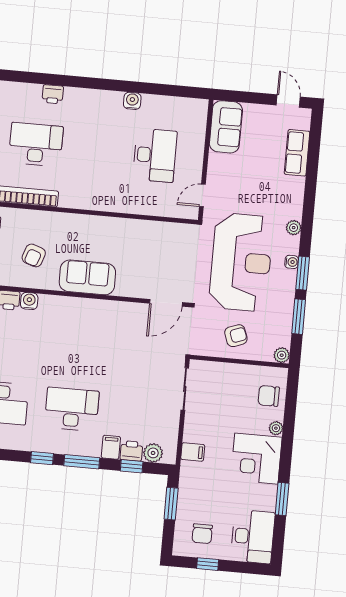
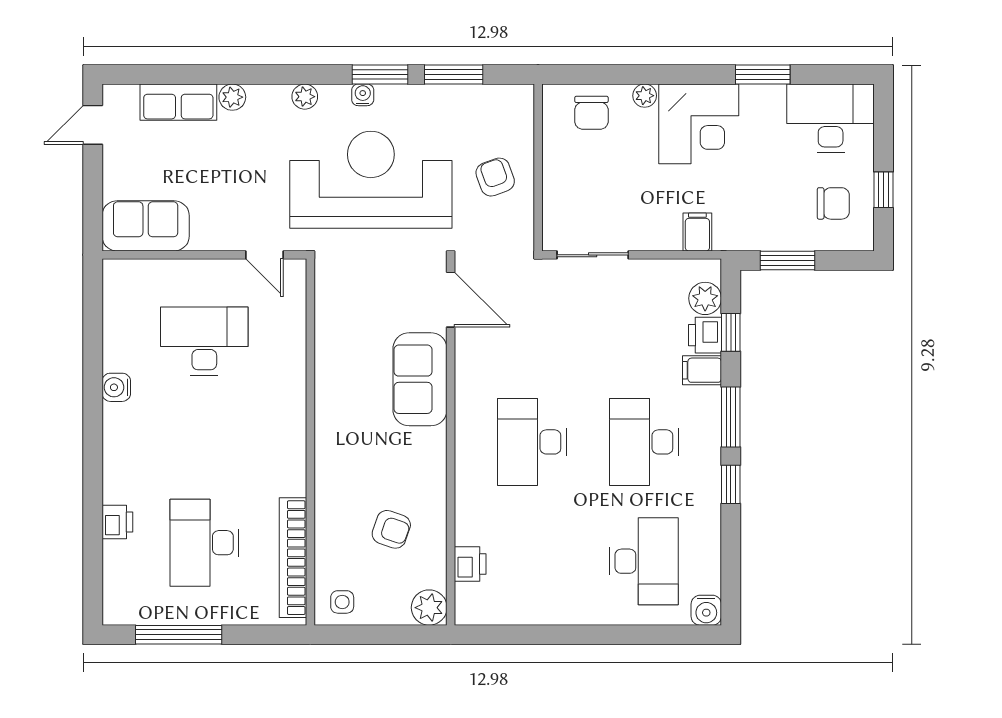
sofa: (87, 277) -> (420, 379), moved
water cooler: (29, 301) -> (469, 530), removed
desk: (78, 343) -> (532, 442), added
plant: (282, 355) -> (232, 97), moved

